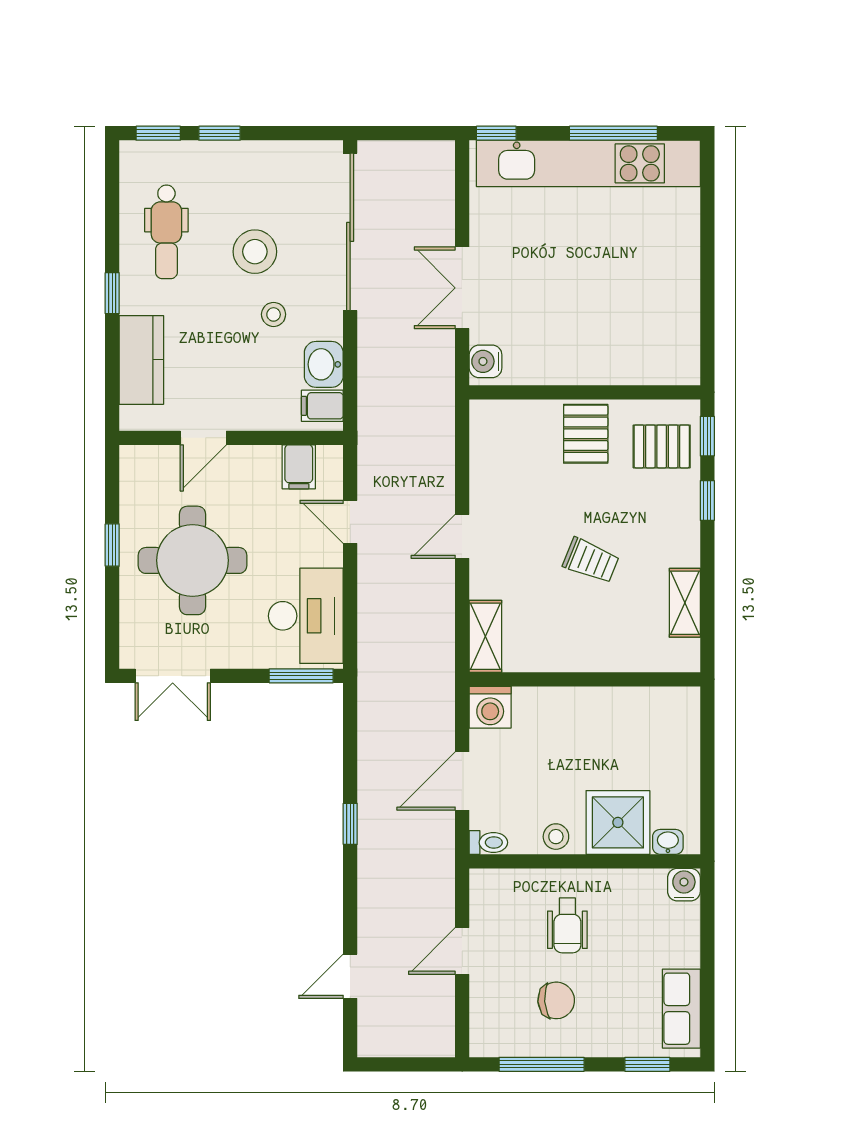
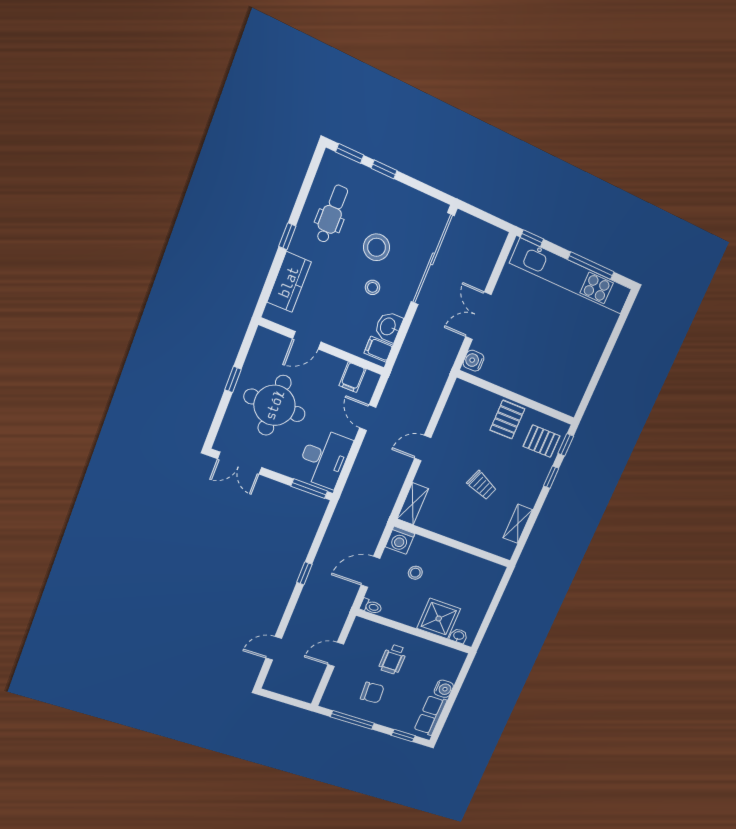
dental chair: (166, 232) -> (332, 214), turned 180
stool: (556, 837) -> (415, 573), moved
water cooler: (684, 885) -> (444, 689), moved, turned 90

